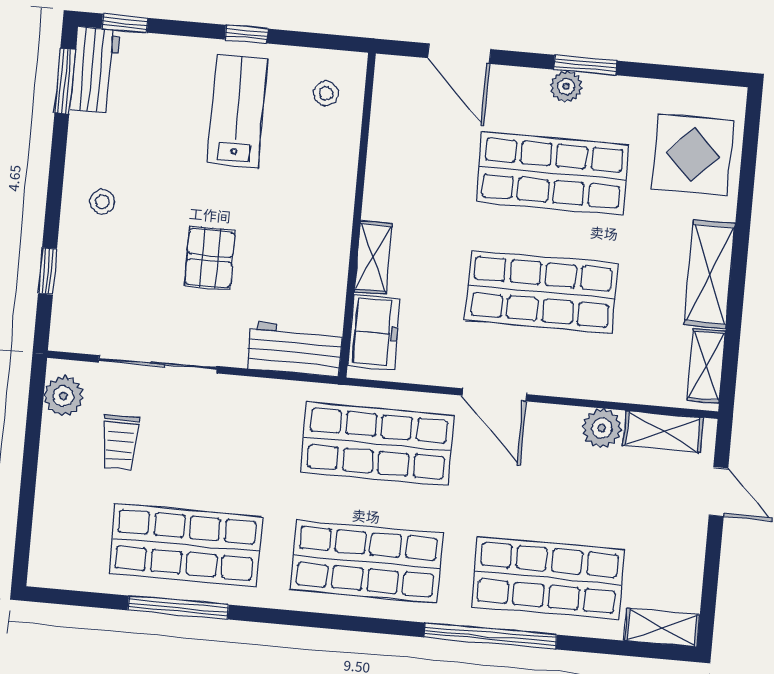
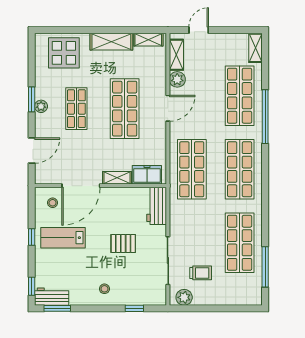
door: (362, 167) -> (81, 186), added
shop shelf: (552, 173) -> (76, 109), width x0.70, depth x0.74
door: (495, 395) -> (168, 108), moved
window: (178, 608) -> (265, 267), moved

